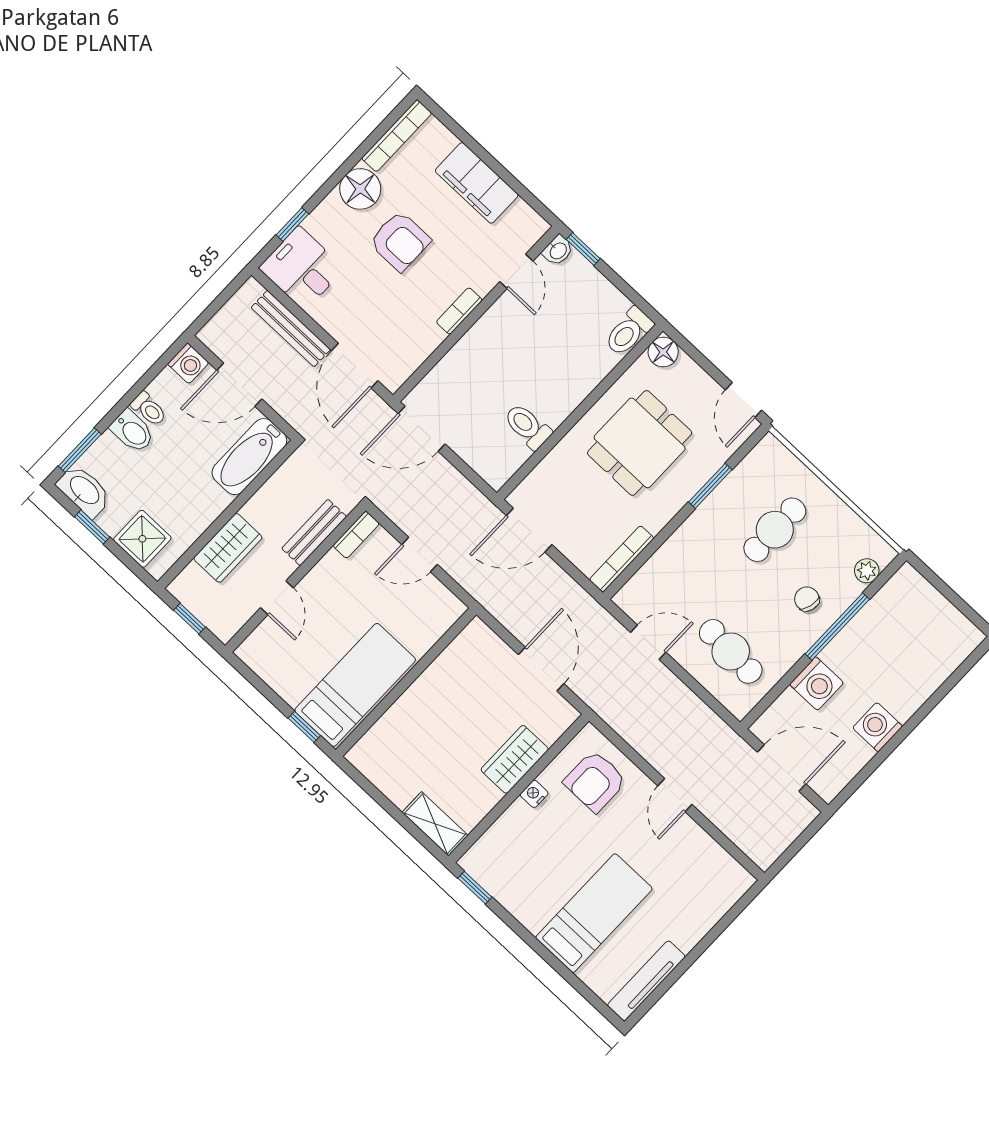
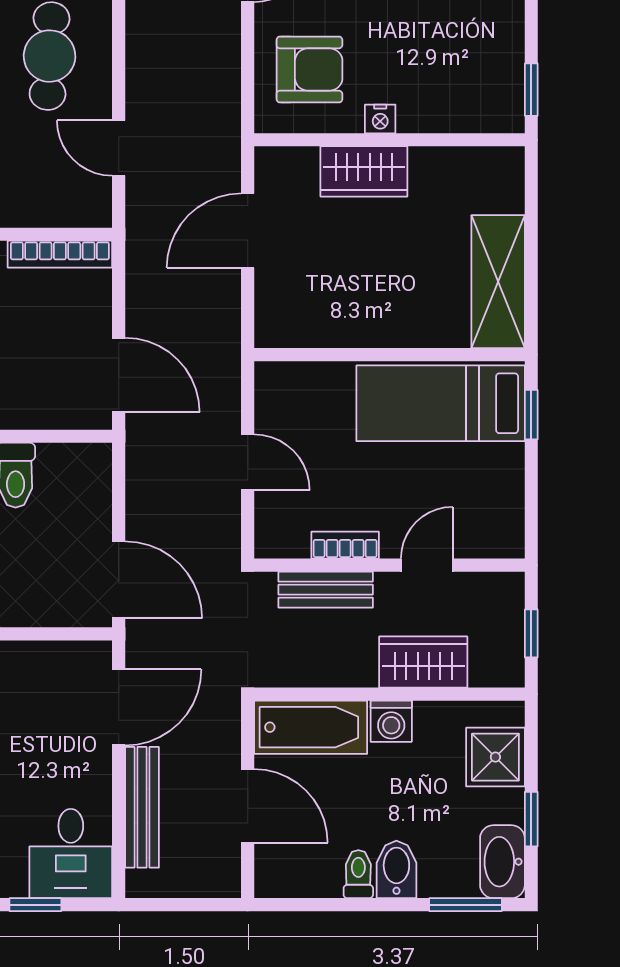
washing machine: (188, 363) -> (391, 721), moved, turned 180
bookcase: (356, 535) -> (345, 545), moved
shelving: (435, 824) -> (498, 282), moved, width x1.50, depth x1.33

